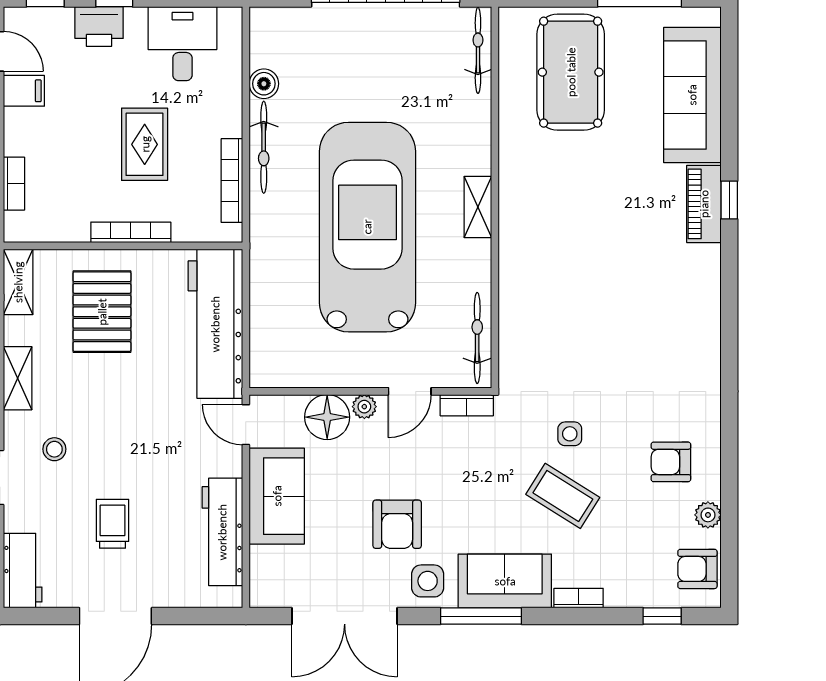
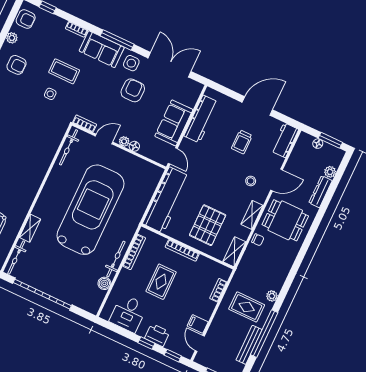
shelving: (478, 207) -> (30, 228), moved
car: (367, 227) -> (90, 210), turned 180
floor lamp: (327, 417) -> (134, 146), width x0.53, depth x0.53
coffee table: (563, 496) -> (64, 71), turned -32

